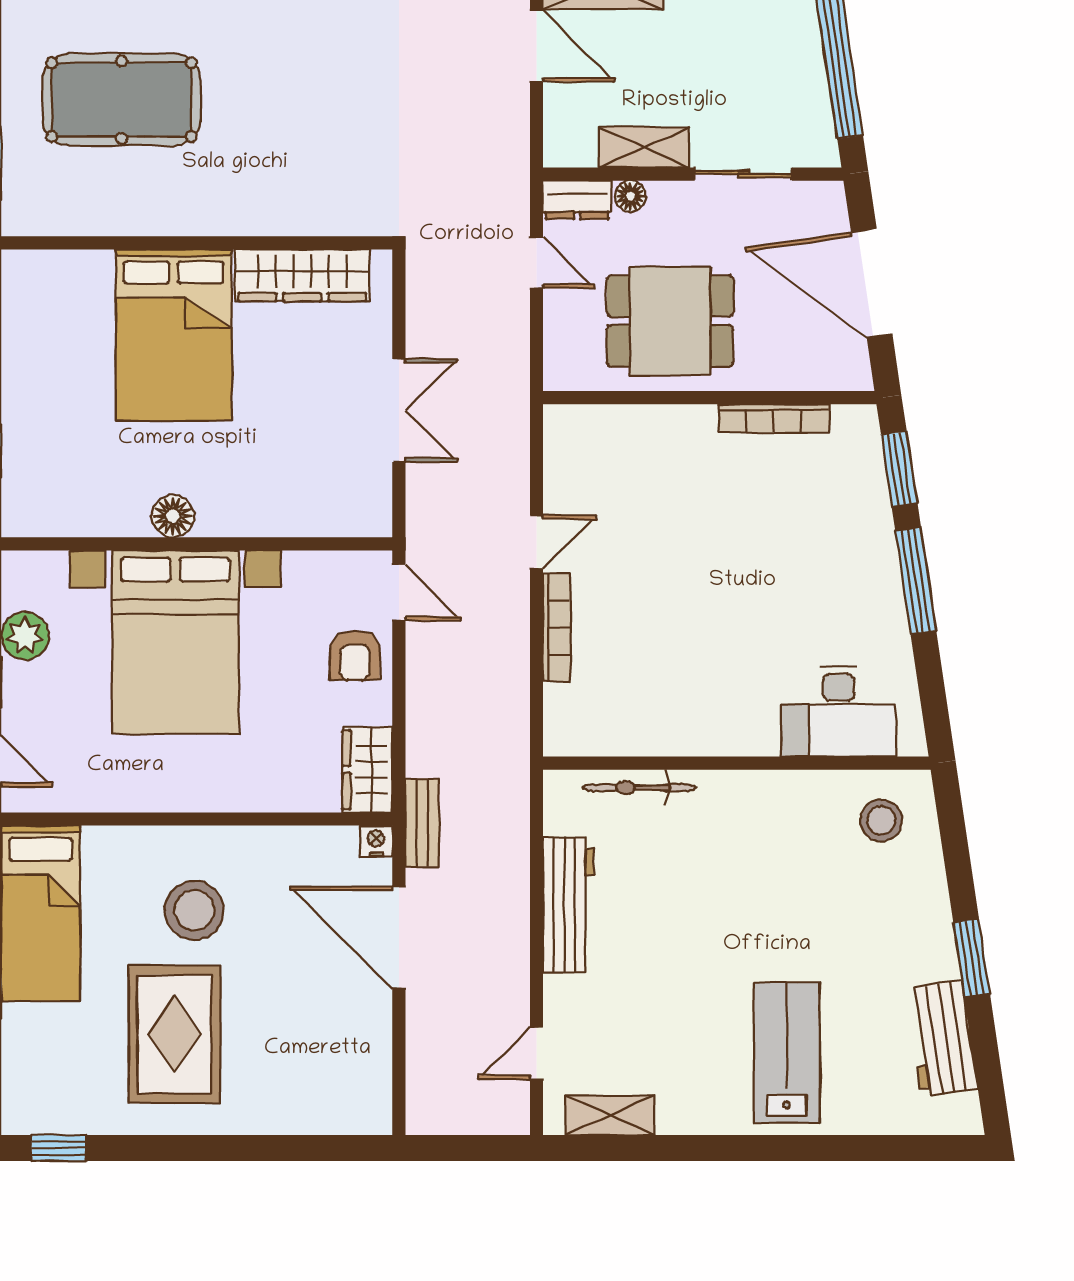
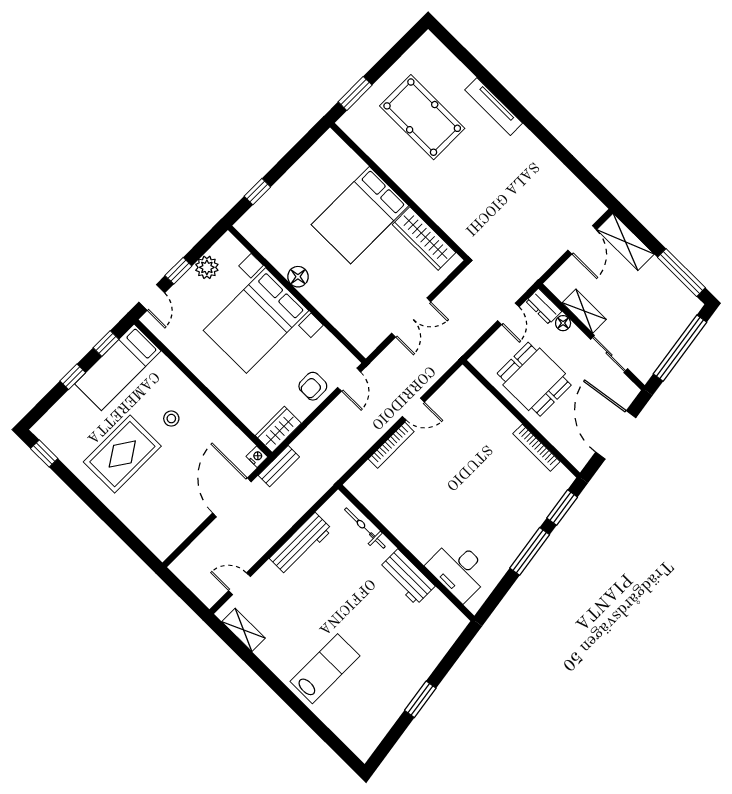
stool: (881, 820) -> (436, 622), removed
stool: (194, 910) -> (171, 419), width x0.53, depth x0.53
workbench: (942, 1039) -> (407, 577), moved, turned -82

